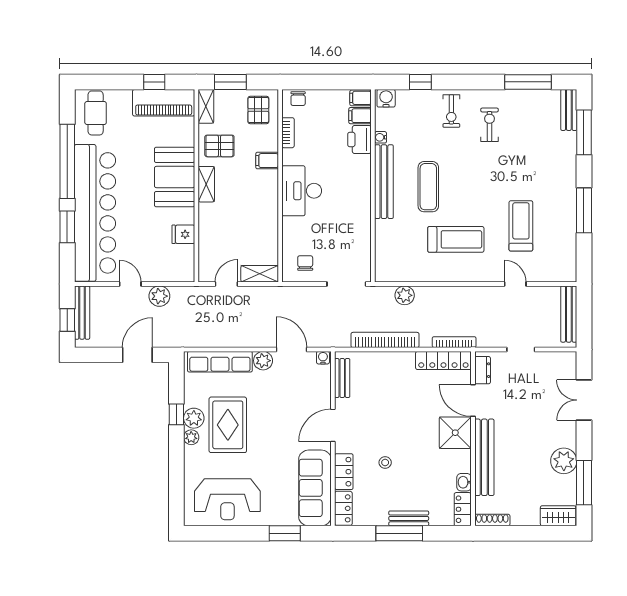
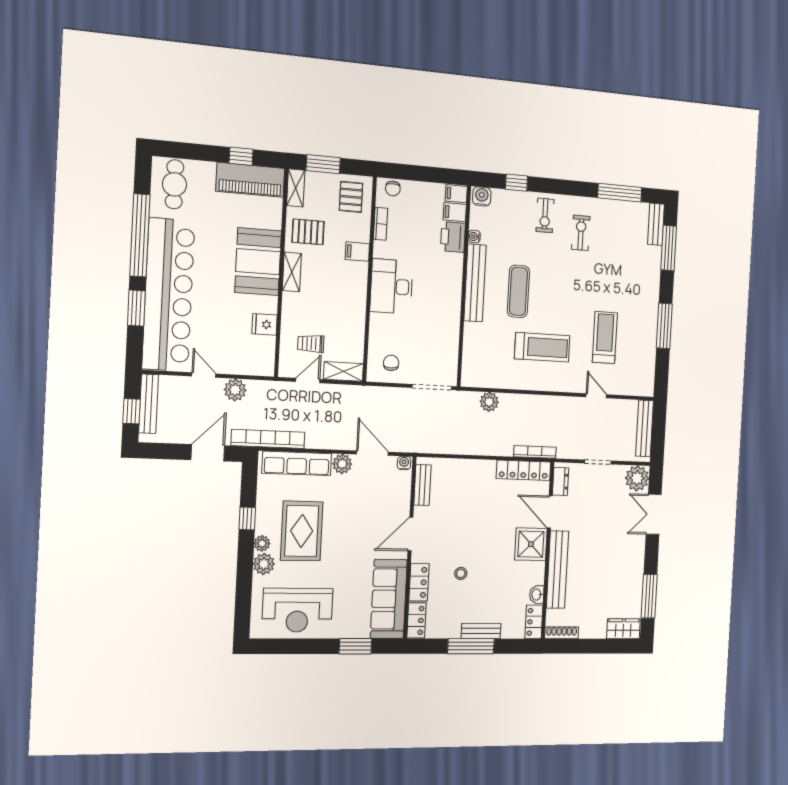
trolley: (227, 249) -> (311, 344), added
bookcase: (385, 340) -> (268, 439), moved
plant: (194, 418) -> (264, 564), moved
plant: (564, 461) -> (637, 478), moved

